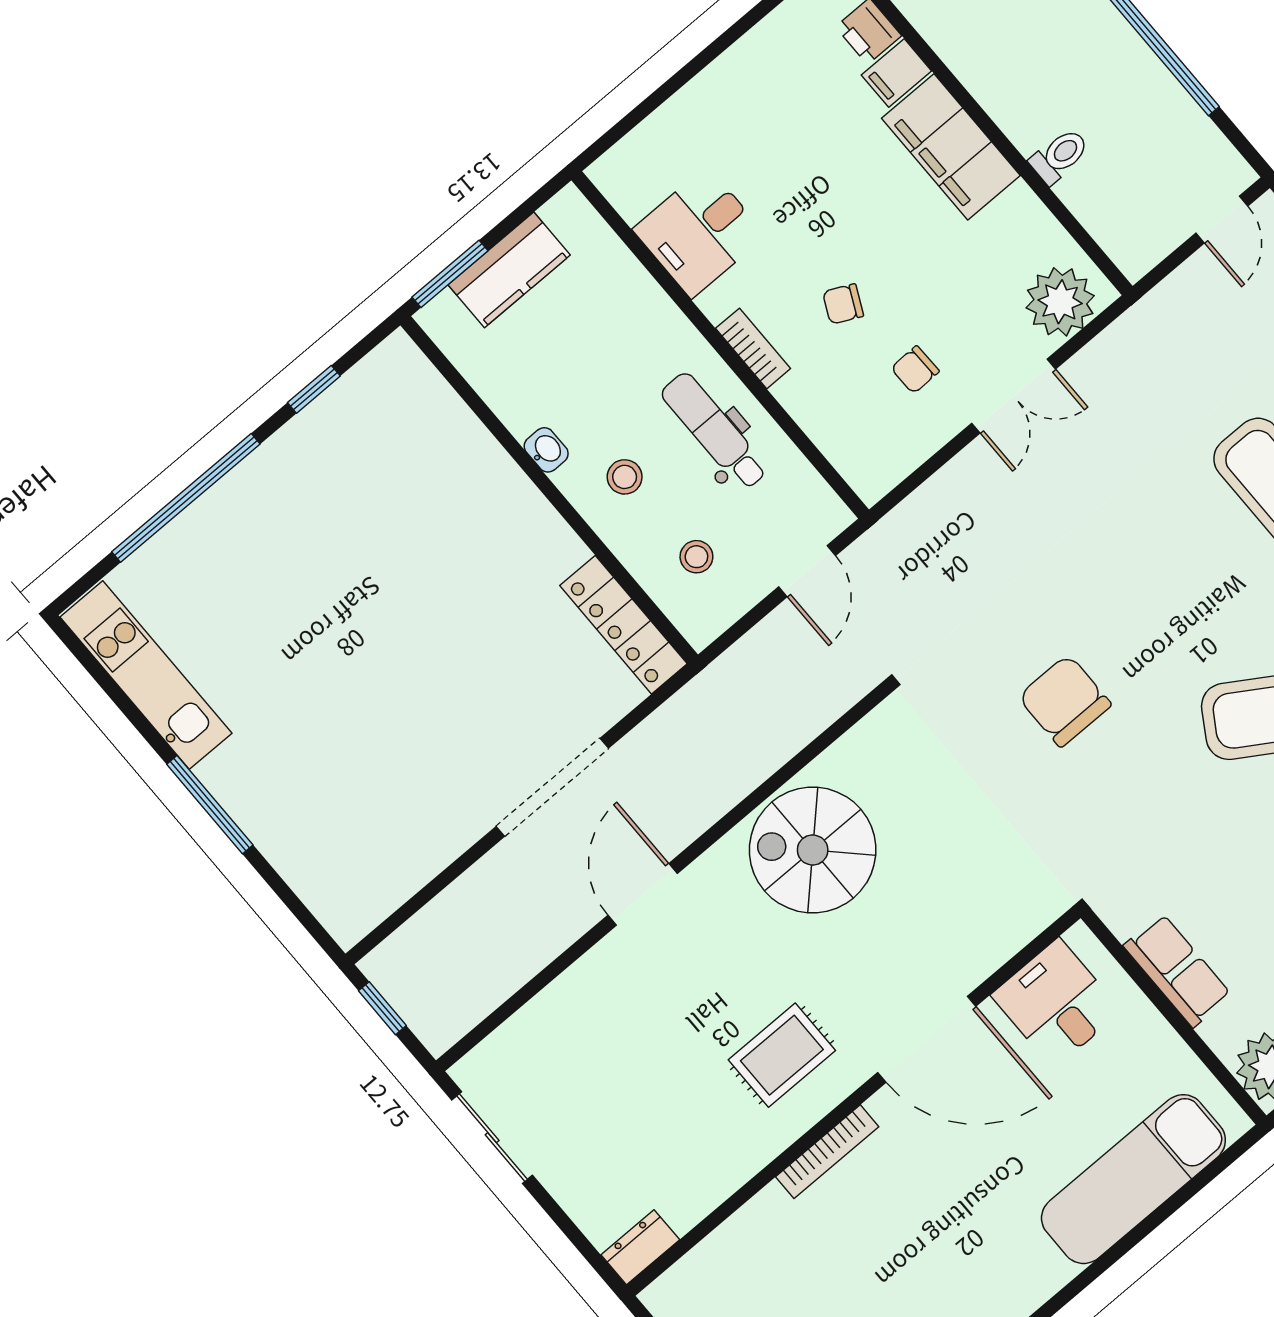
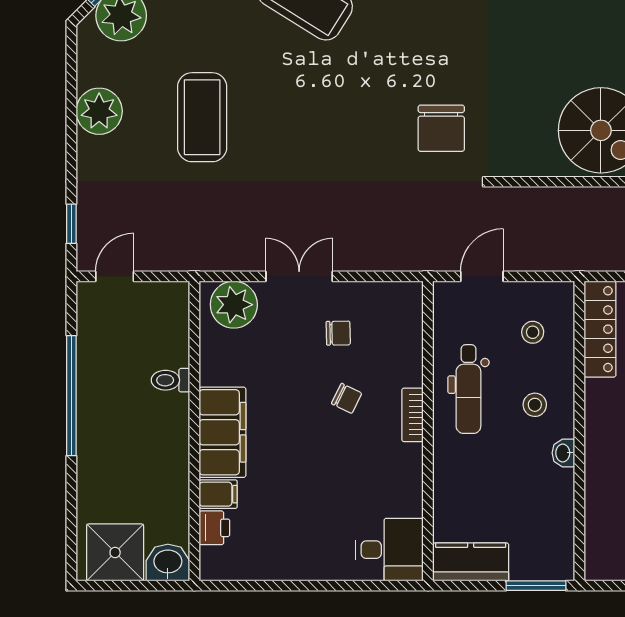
desk: (699, 232) -> (389, 550), moved
kitchen counter: (509, 270) -> (471, 562), moved
chair: (1065, 701) -> (441, 128), moved

